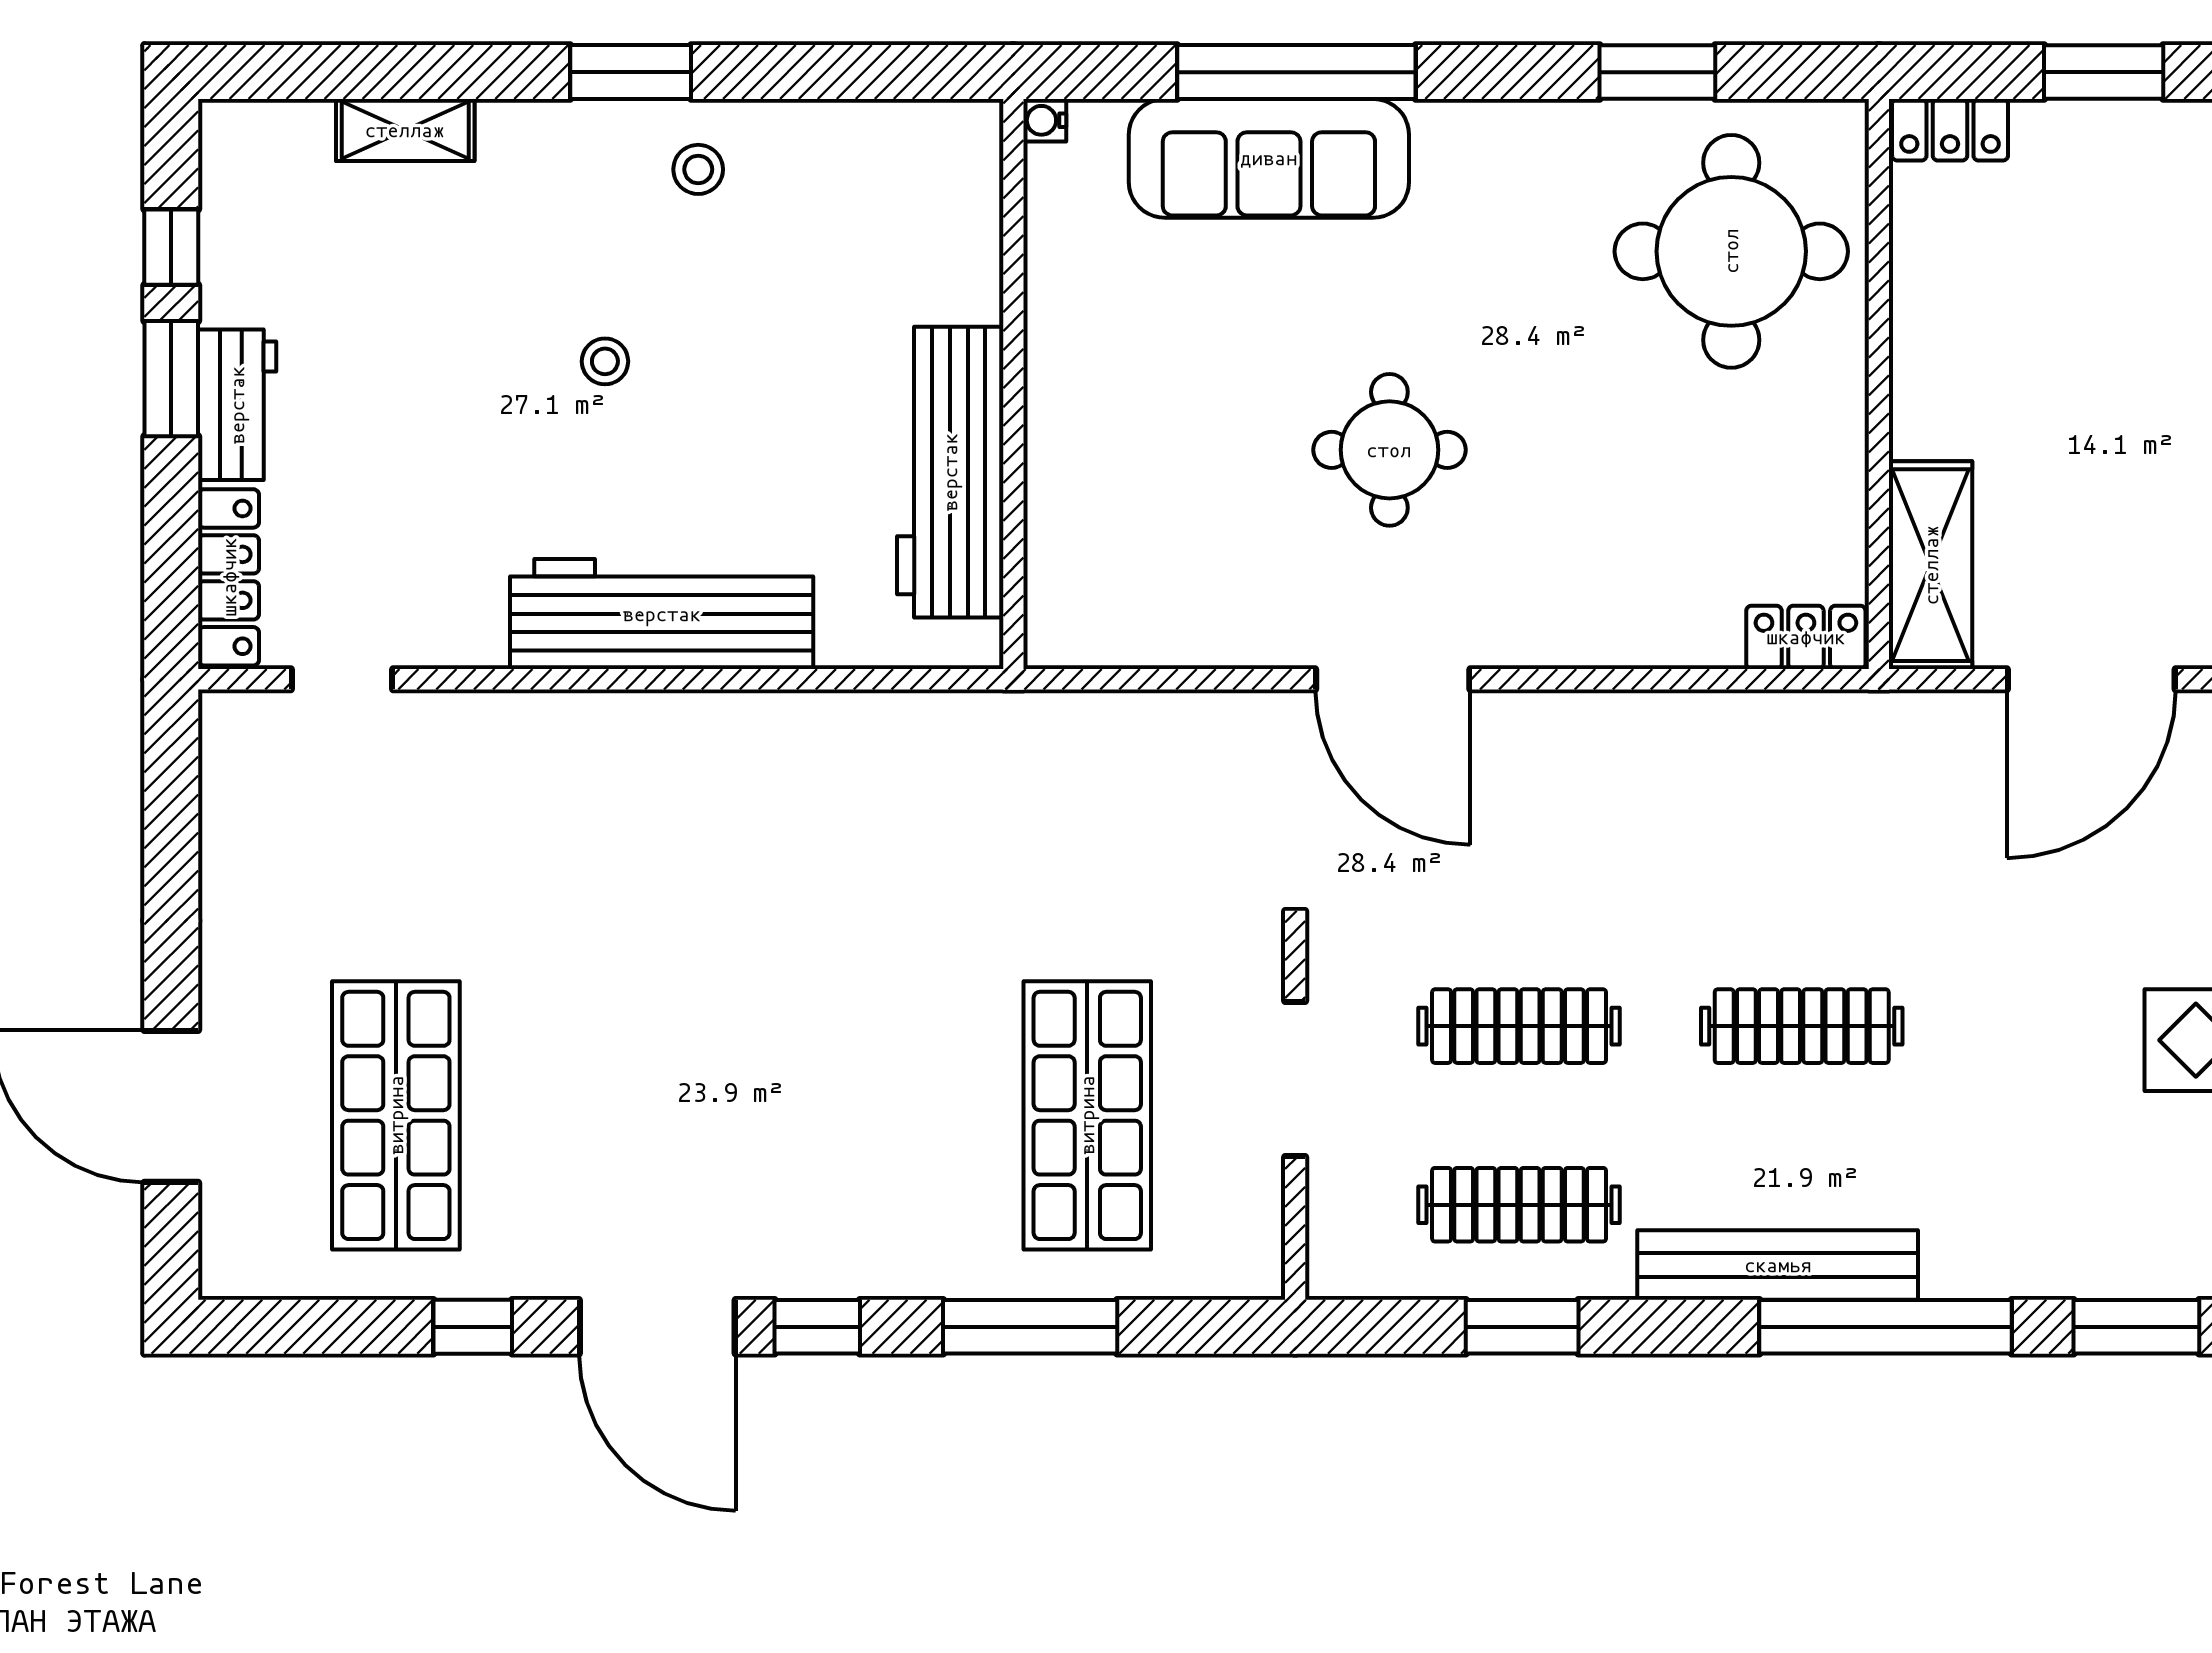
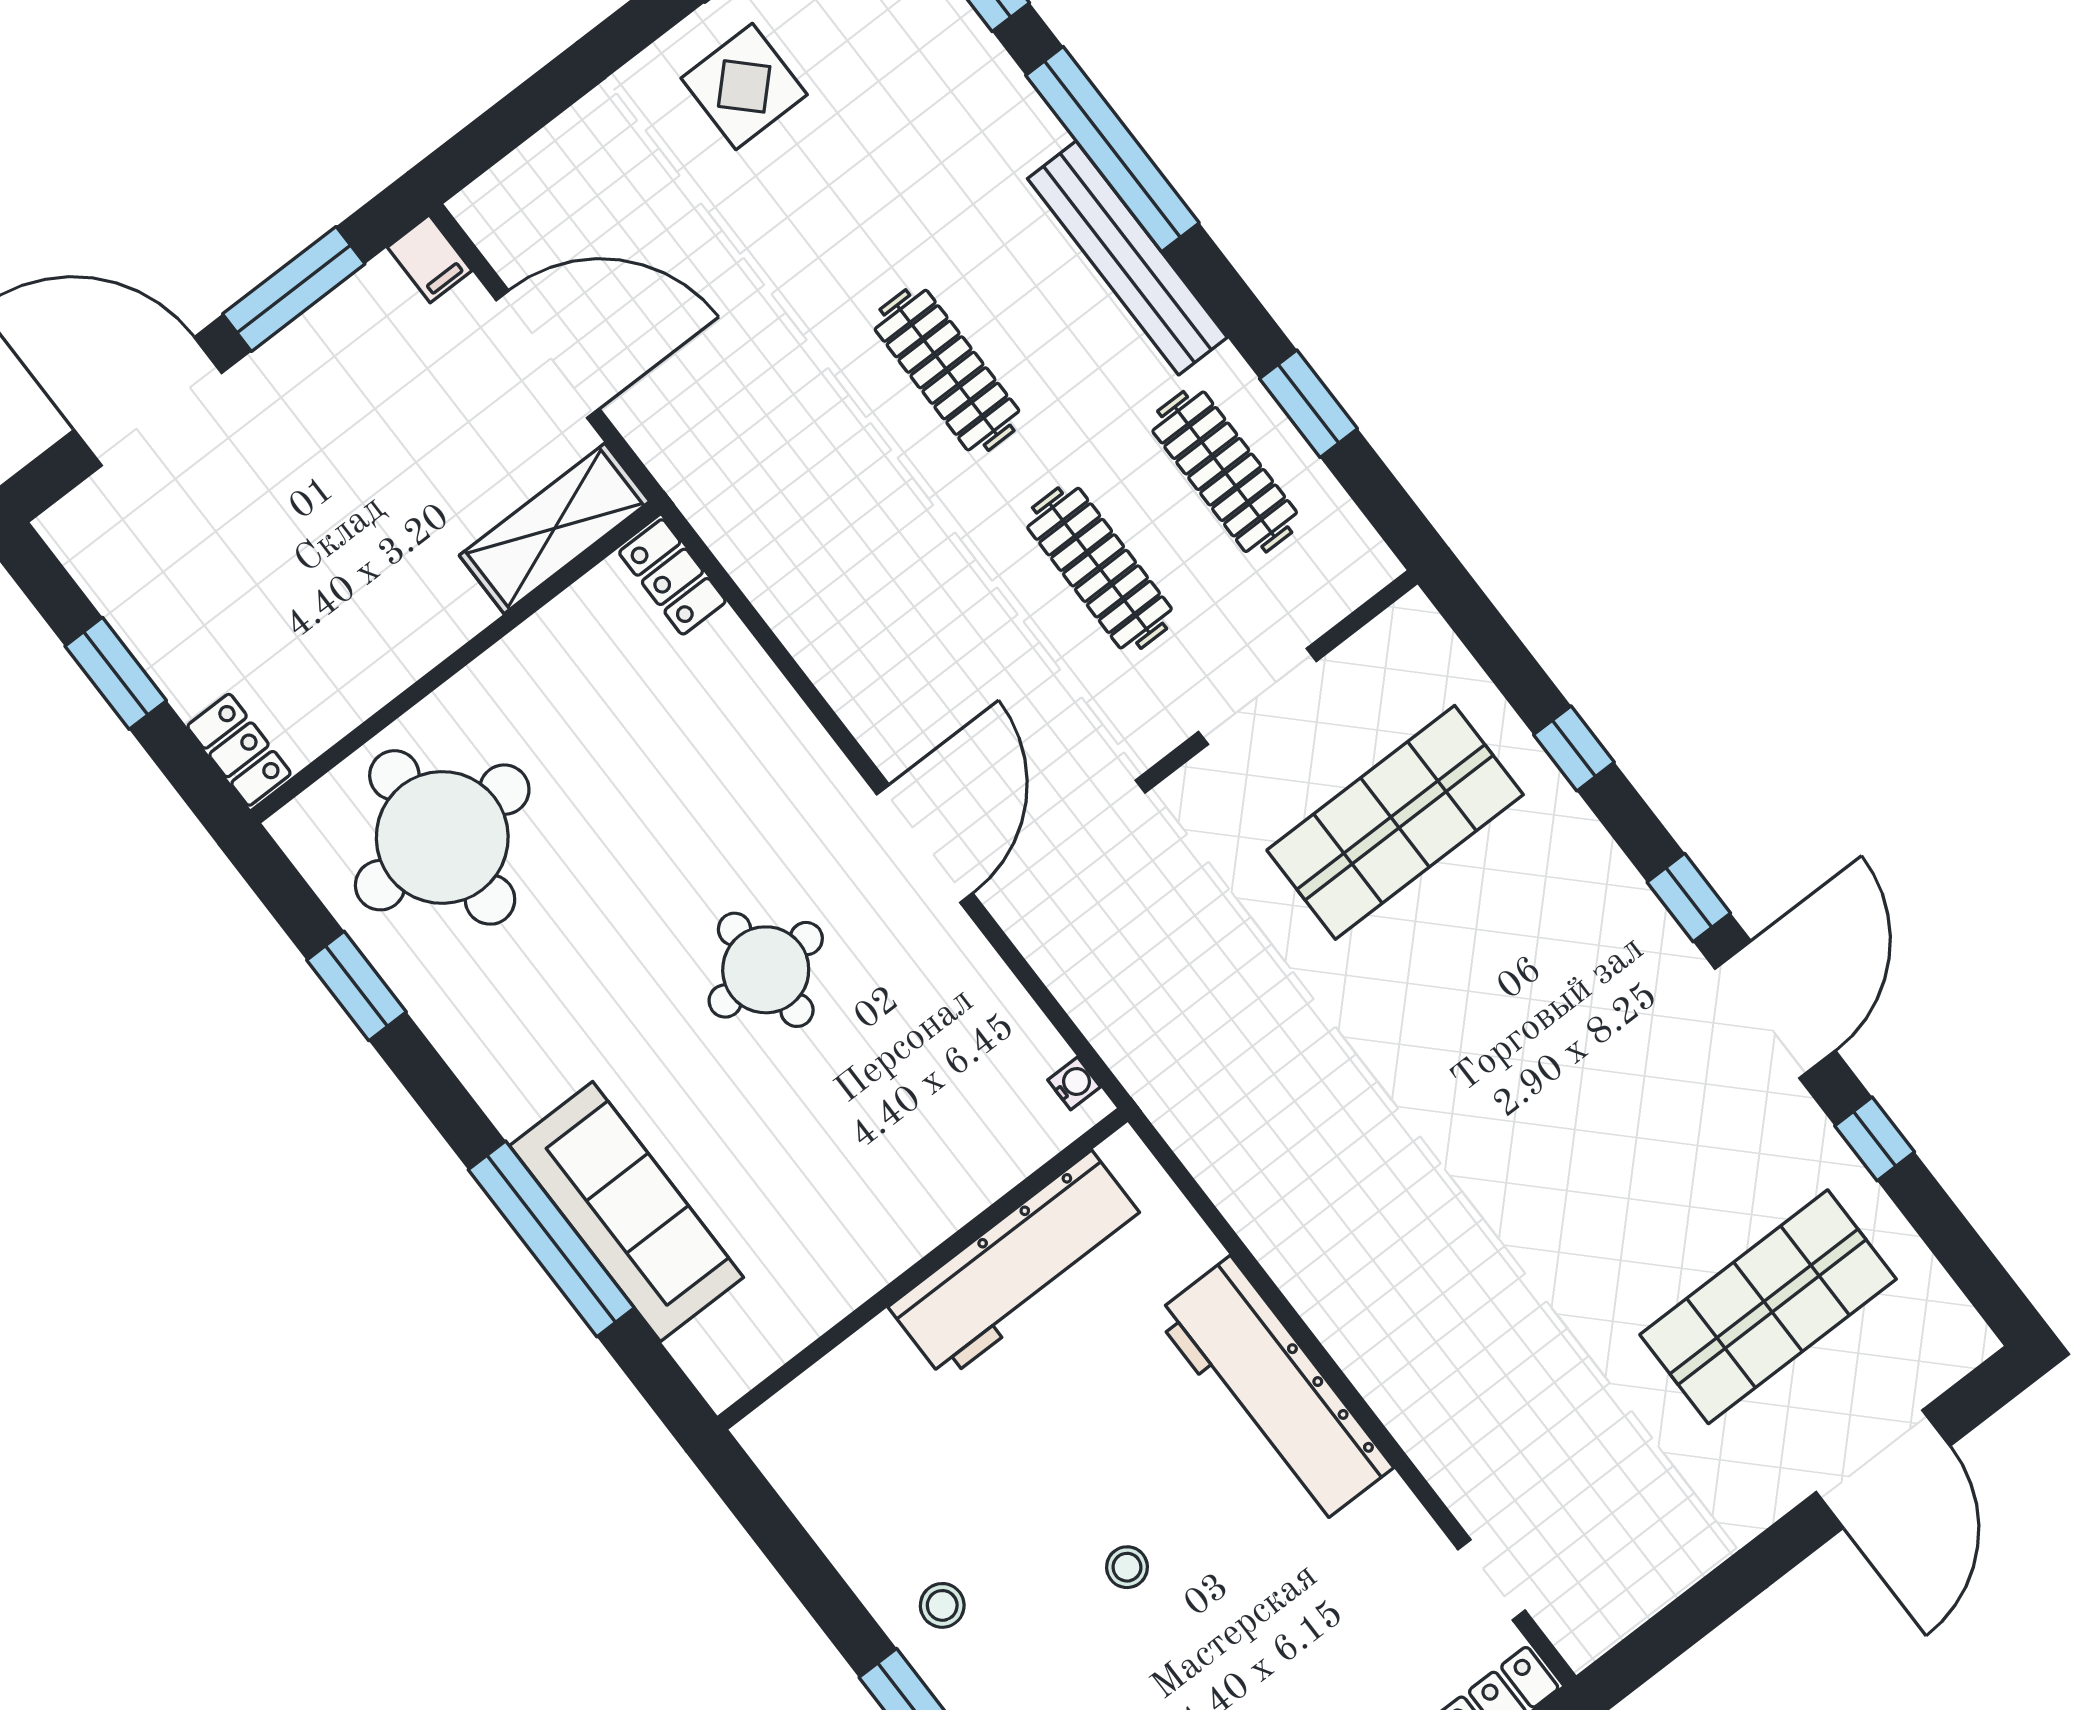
water cooler: (1045, 120) -> (1074, 1083), moved, turned -90
window: (1030, 1327) -> (1574, 748), width x0.46

